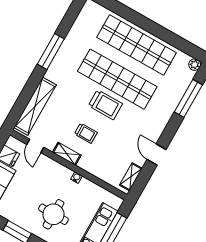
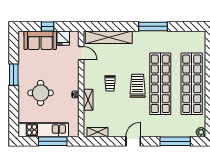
trolley: (105, 105) -> (138, 86), turned 180
door: (35, 146) -> (81, 53), swing flipped
shelving: (67, 154) -> (88, 100), moved
door: (157, 154) -> (133, 141), moved

